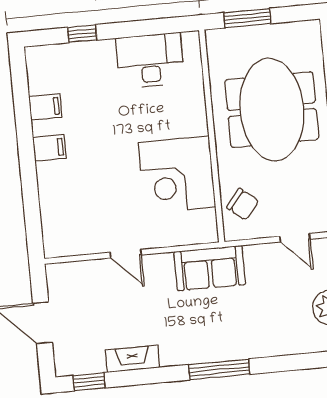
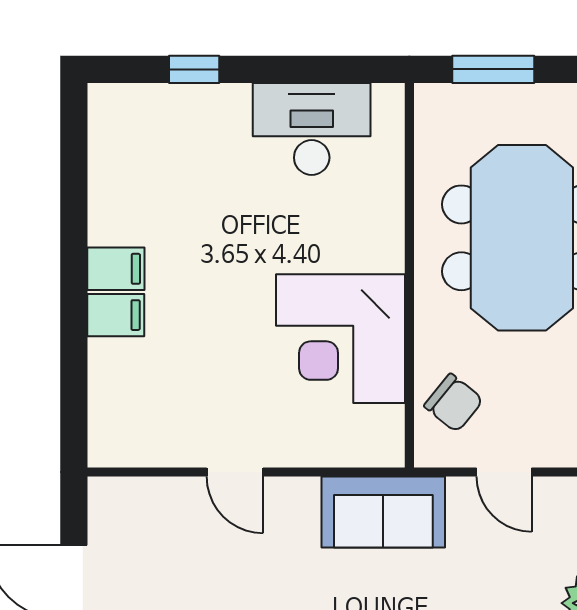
filing cabinet: (45, 107) -> (116, 315), moved
door: (295, 238) -> (504, 472), moved

